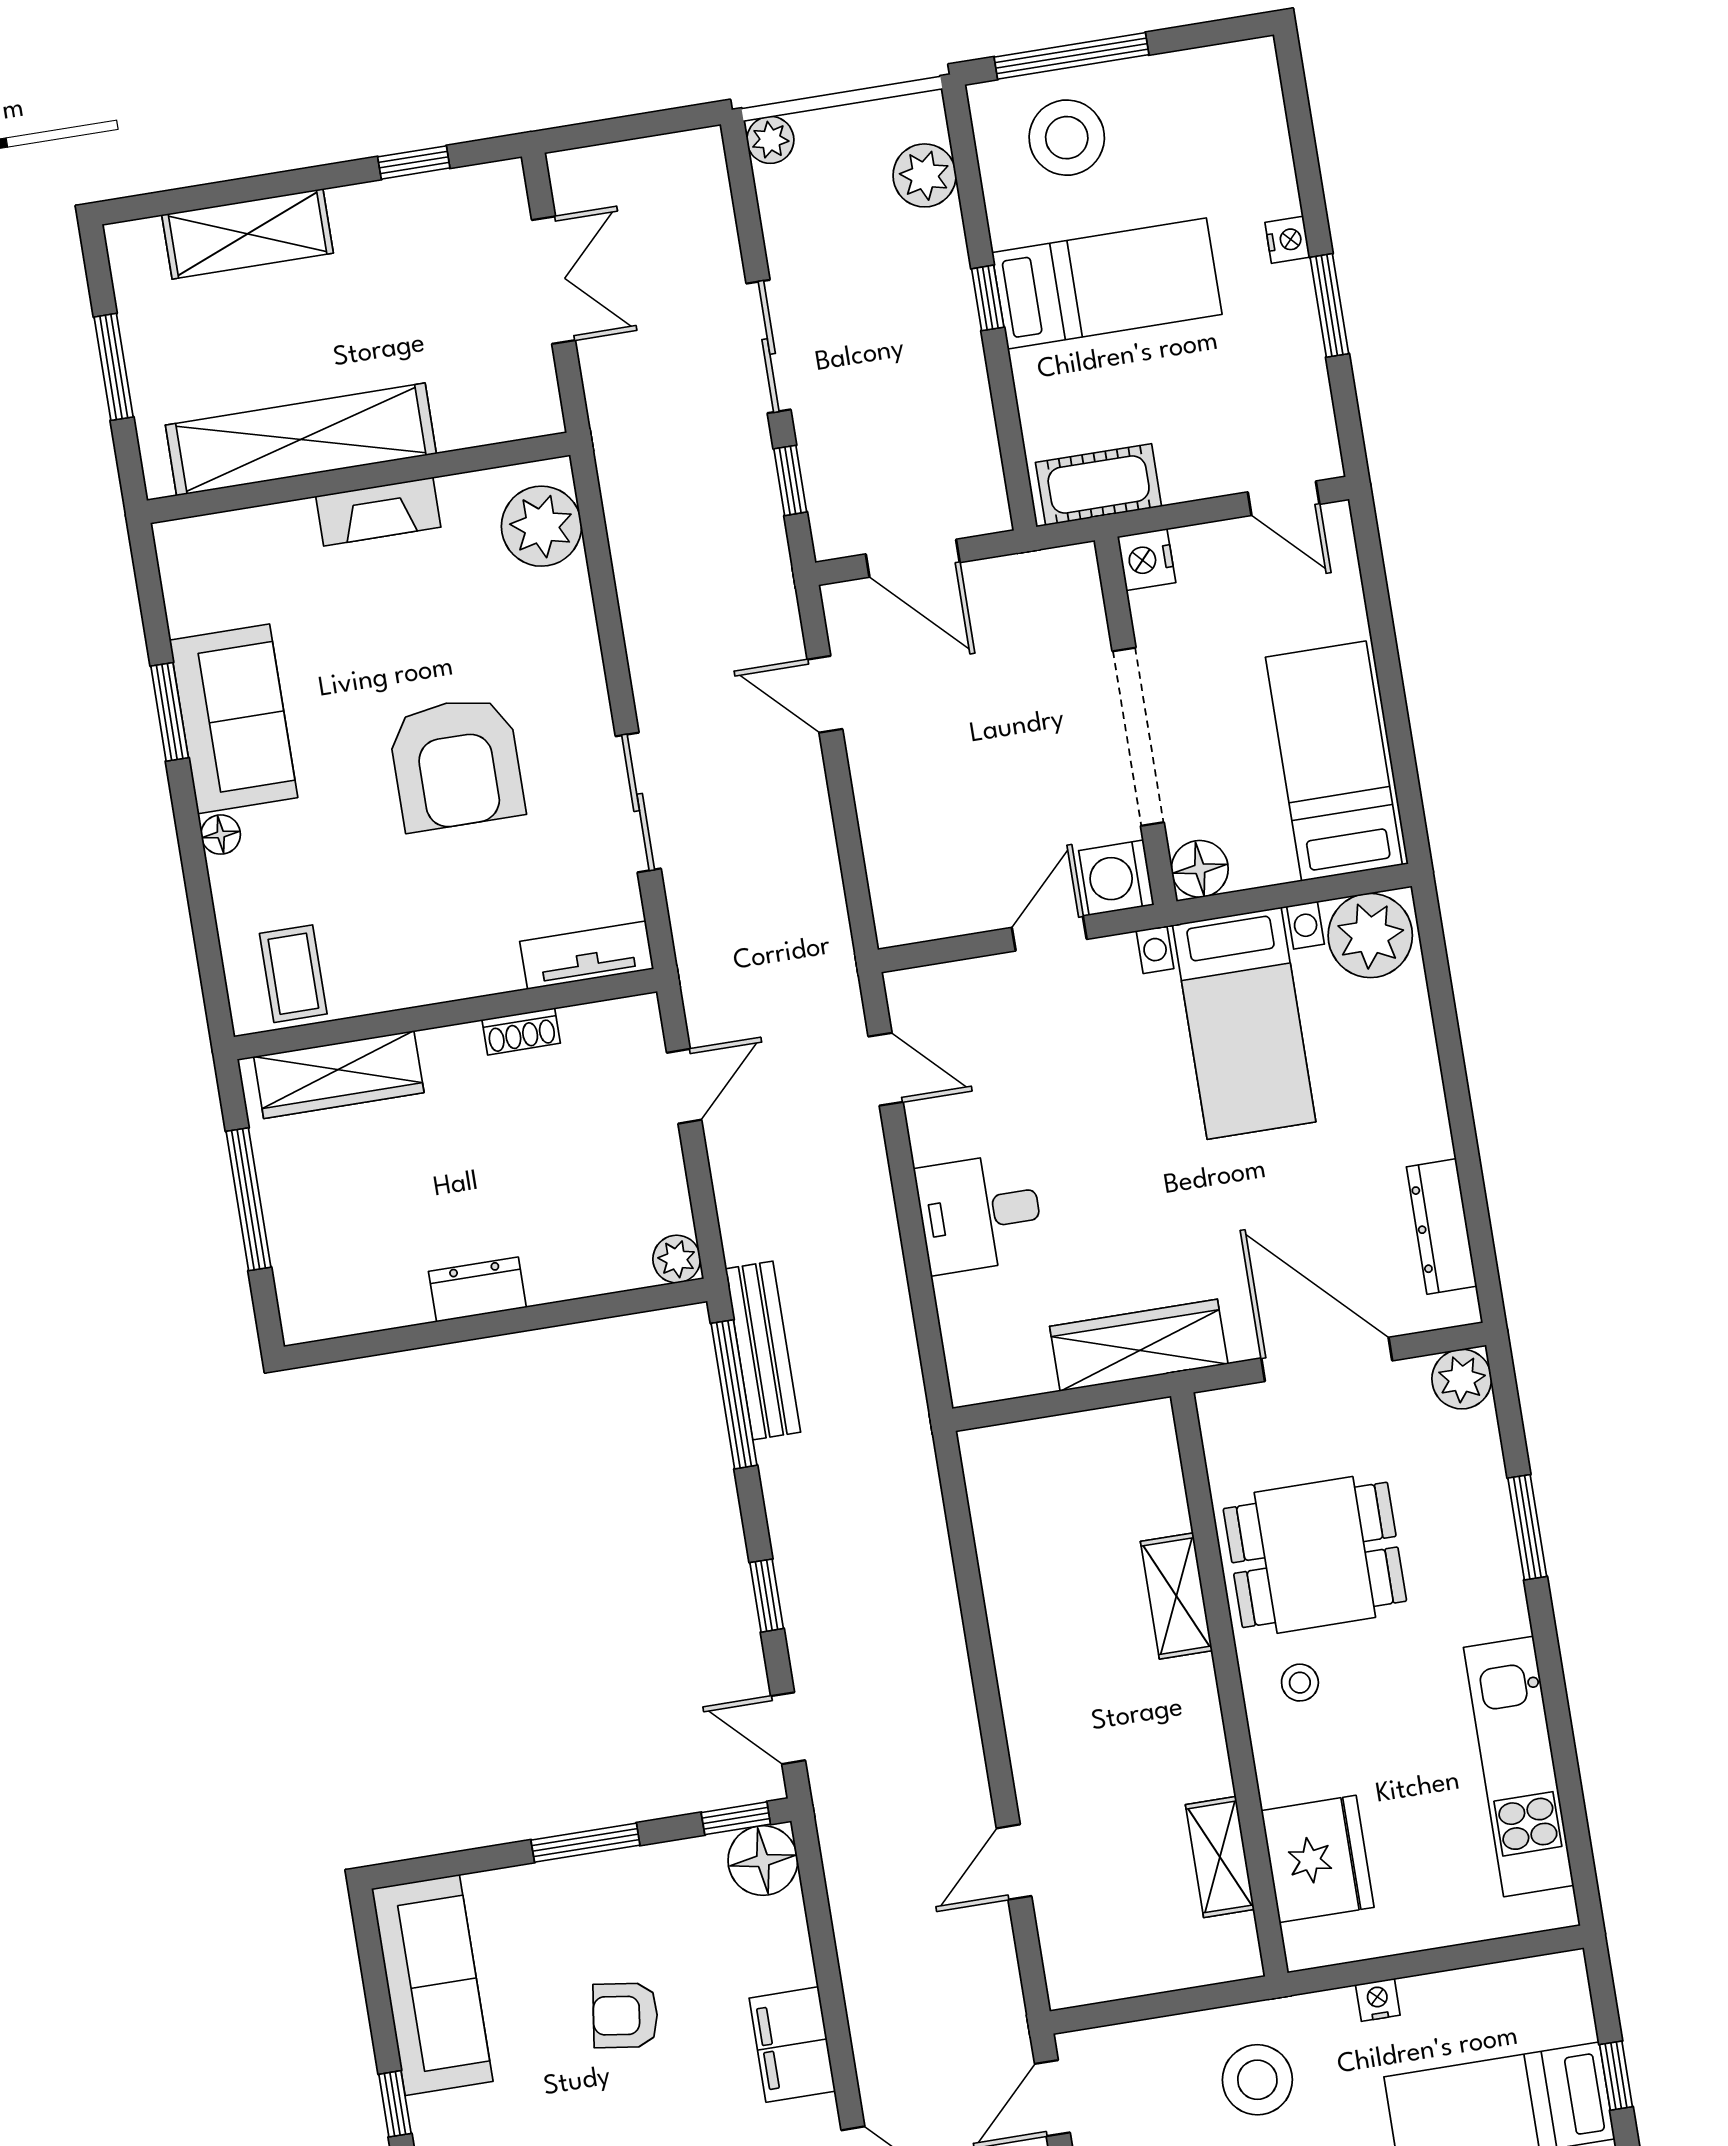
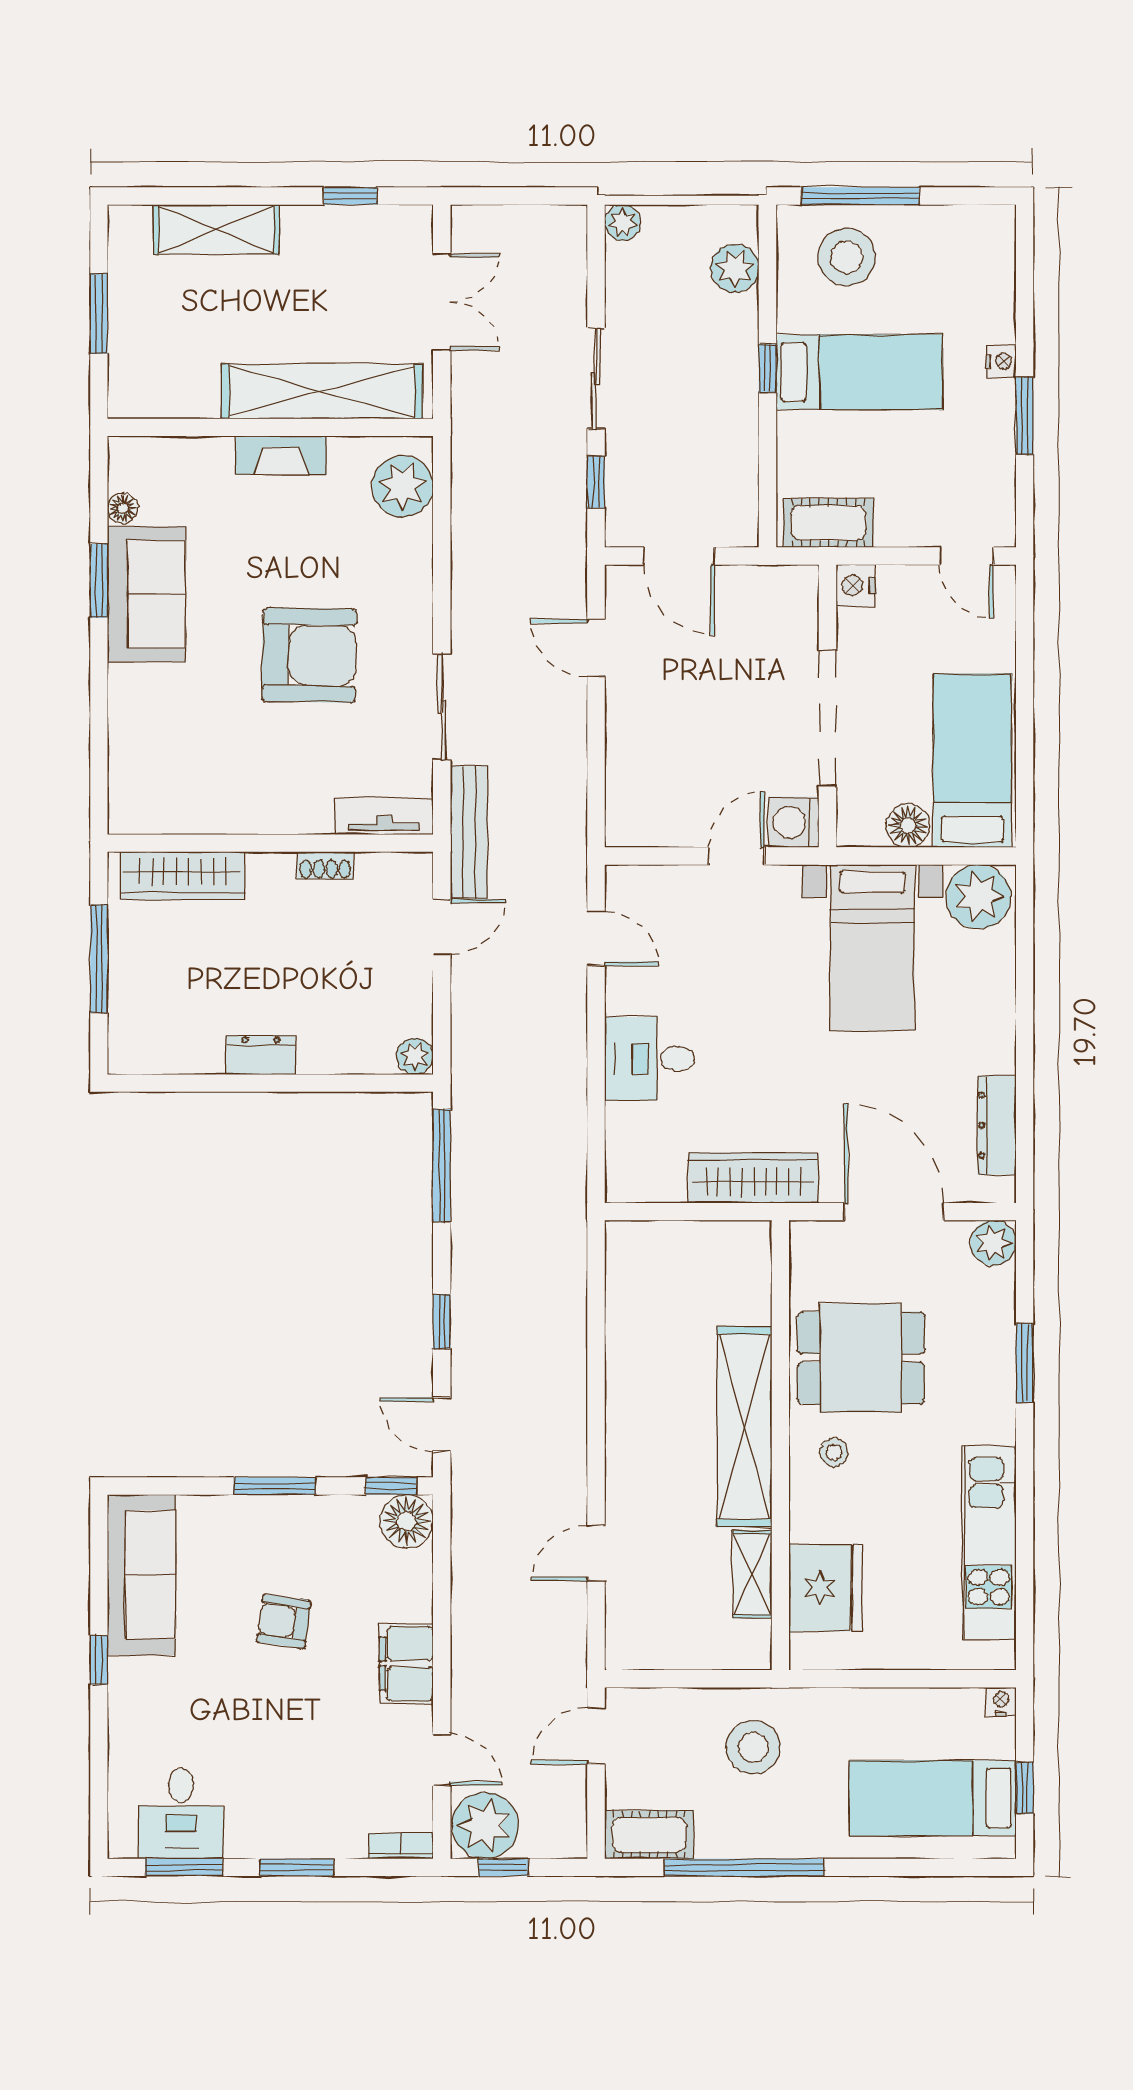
shelving: (301, 439) -> (322, 391), moved
armchair: (456, 764) -> (309, 655), turned -89
floor lamp: (221, 835) -> (123, 508), moved
floor lamp: (1200, 869) -> (908, 826), moved
coffee table: (293, 974) -> (160, 794), removed
bench: (763, 1350) -> (469, 832), moved
shelving: (1176, 1596) -> (744, 1427), width x2.20, depth x1.33
nightstand: (1378, 2000) -> (1001, 1702), moved

